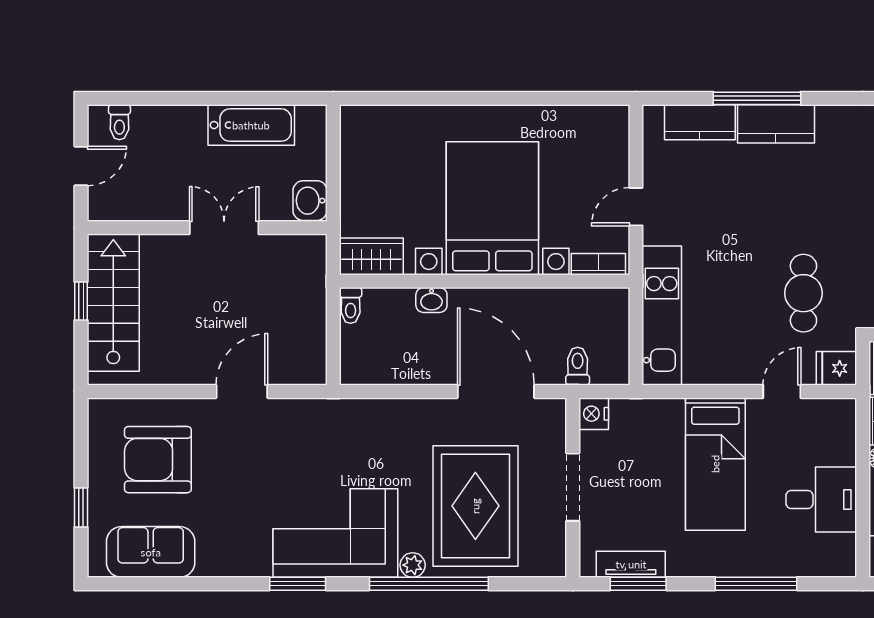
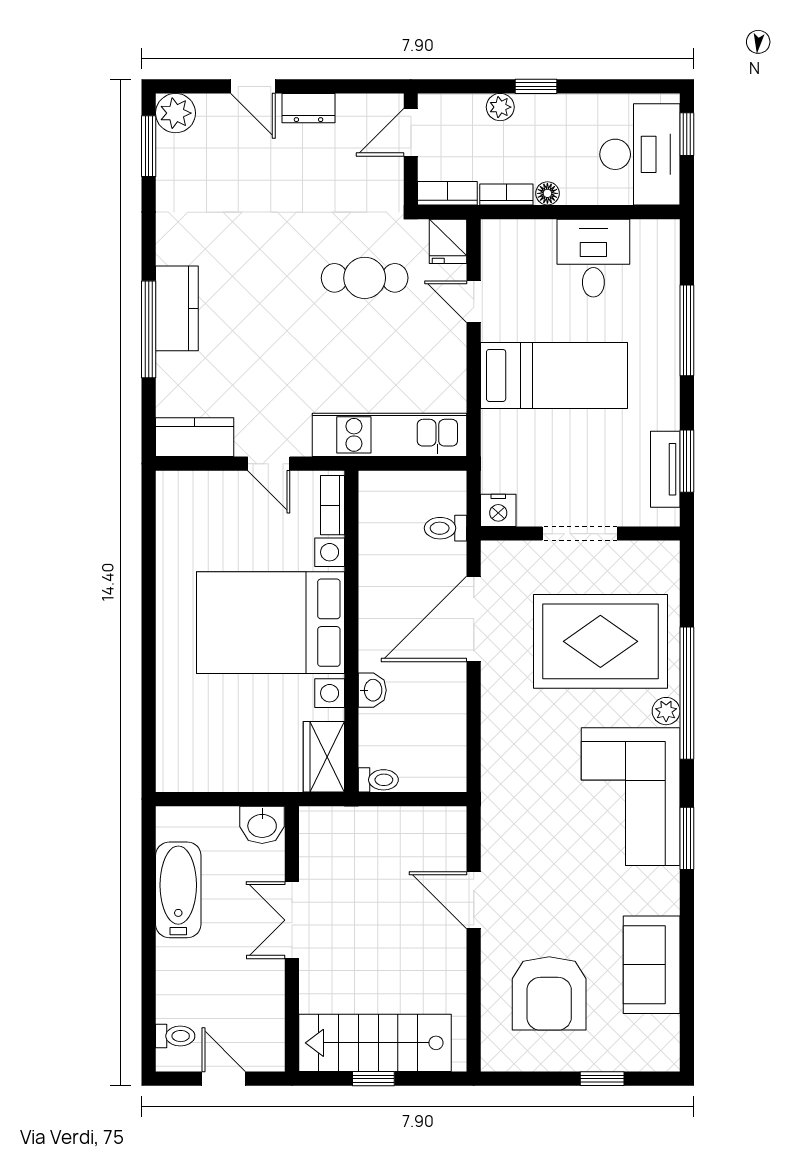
kitchen counter: (700, 122) -> (195, 437), moved, turned -90
sofa: (151, 552) -> (652, 965), moved

